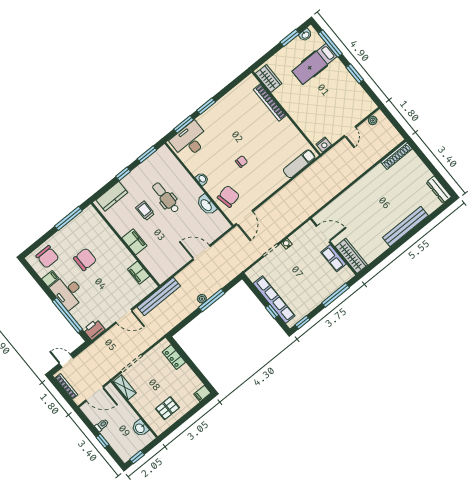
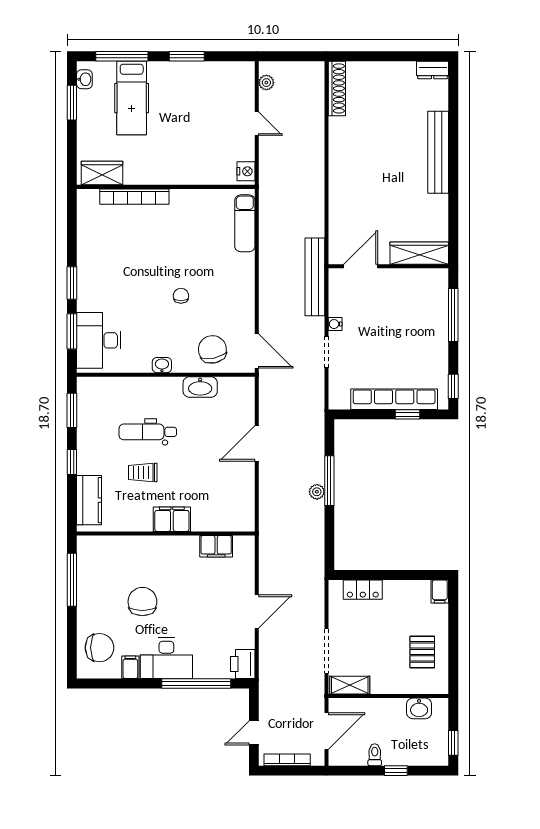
dresser: (439, 190) -> (433, 70), width x0.70
row of seats: (334, 258) -> (403, 278), removed
bench: (159, 297) -> (315, 277), moved

